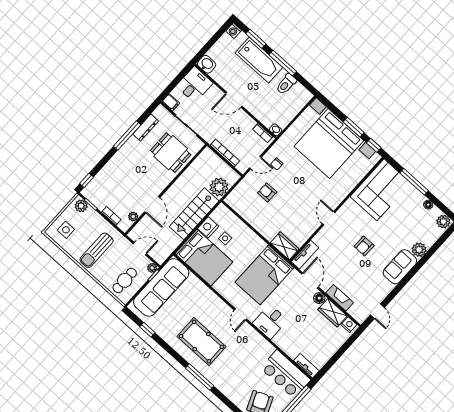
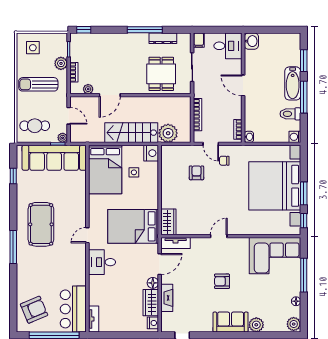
washing machine: (234, 31) -> (295, 137), moved
bathtub: (259, 60) -> (293, 83), width x0.73, depth x0.73
plant: (81, 206) -> (61, 63), moved
nightstand: (208, 227) -> (151, 153), moved, turned 90

